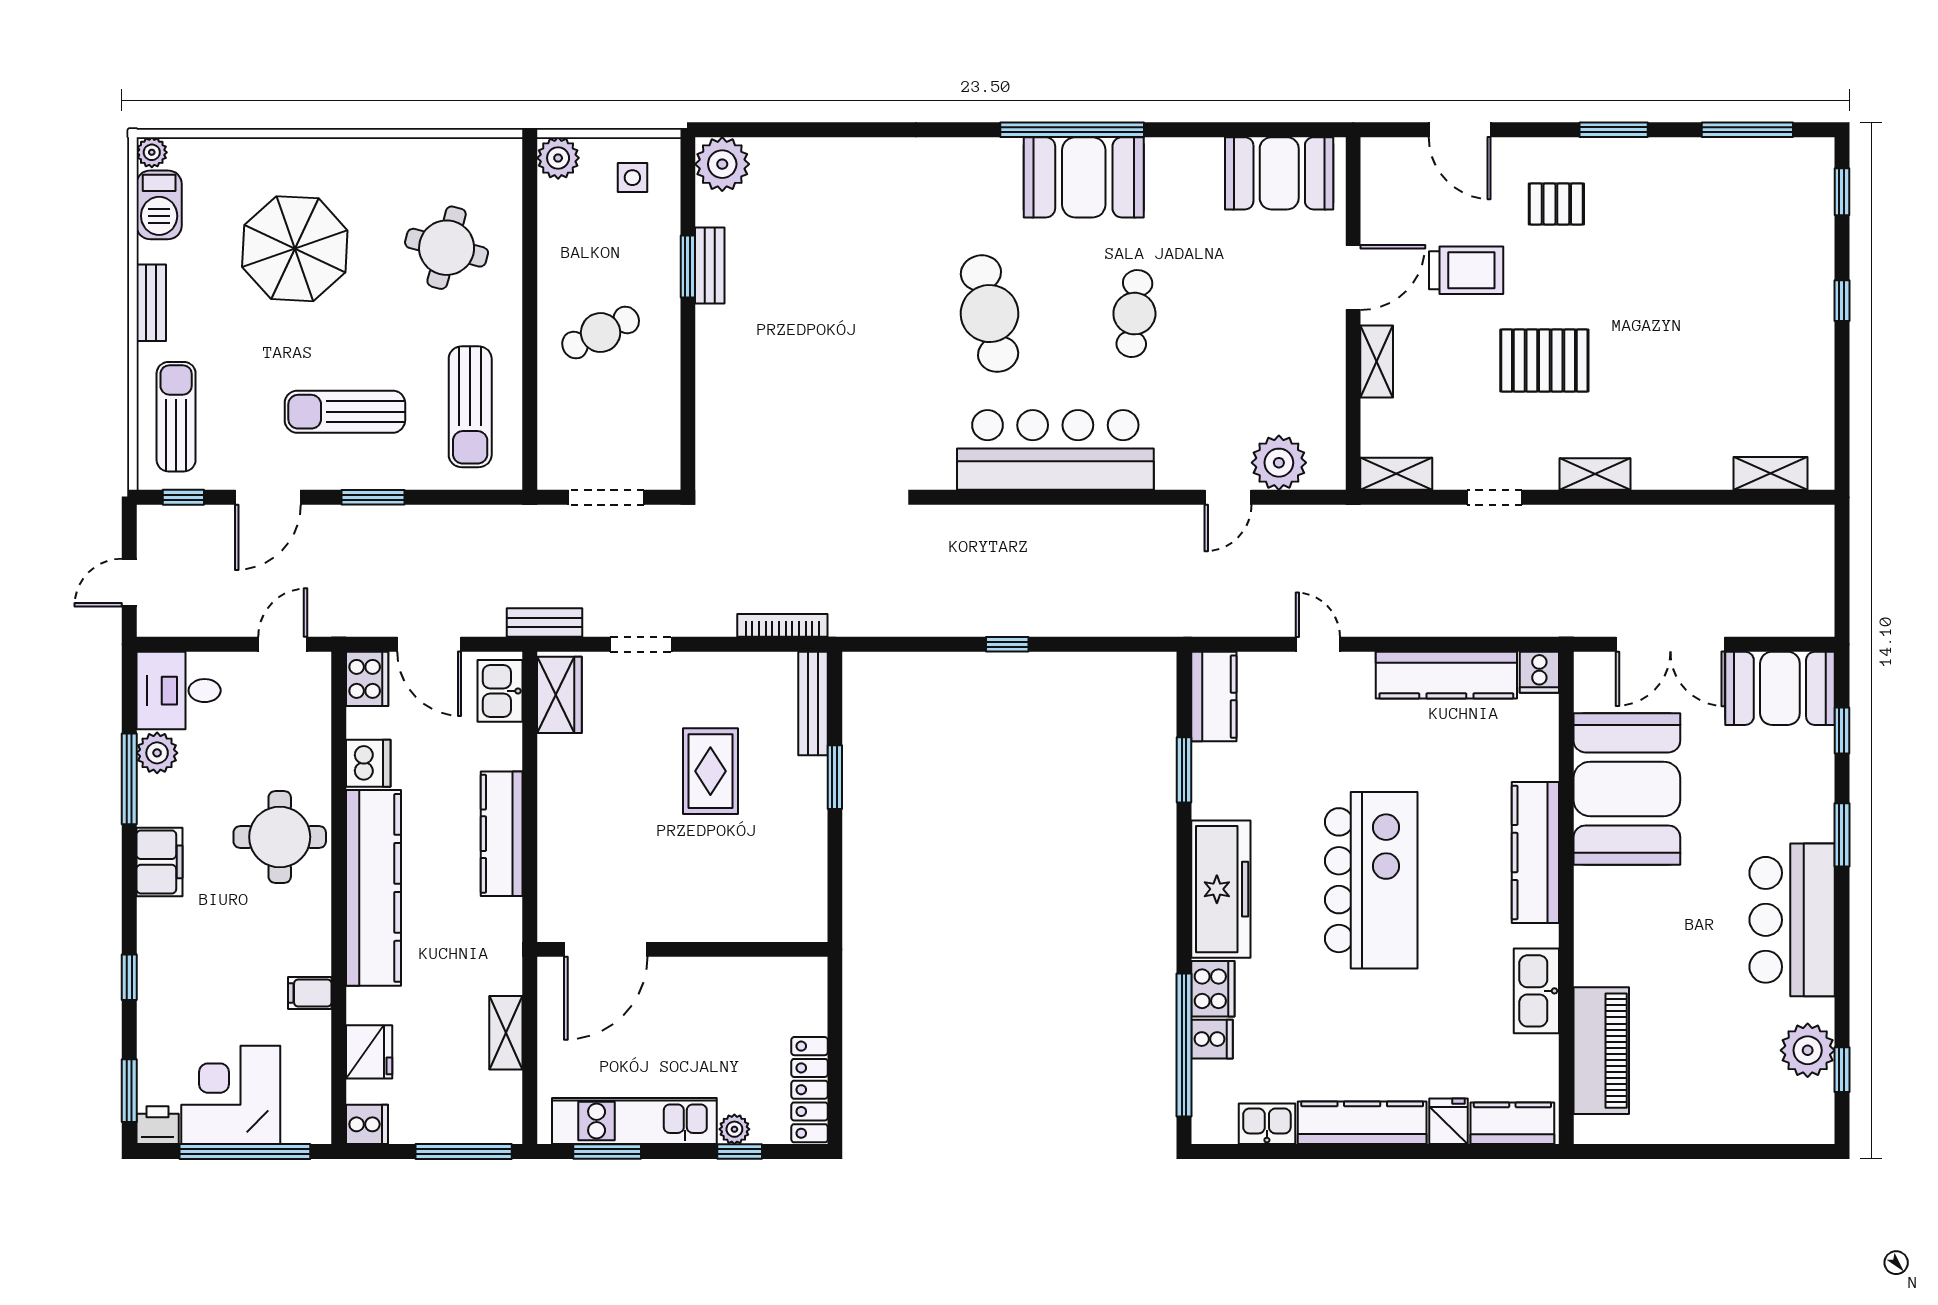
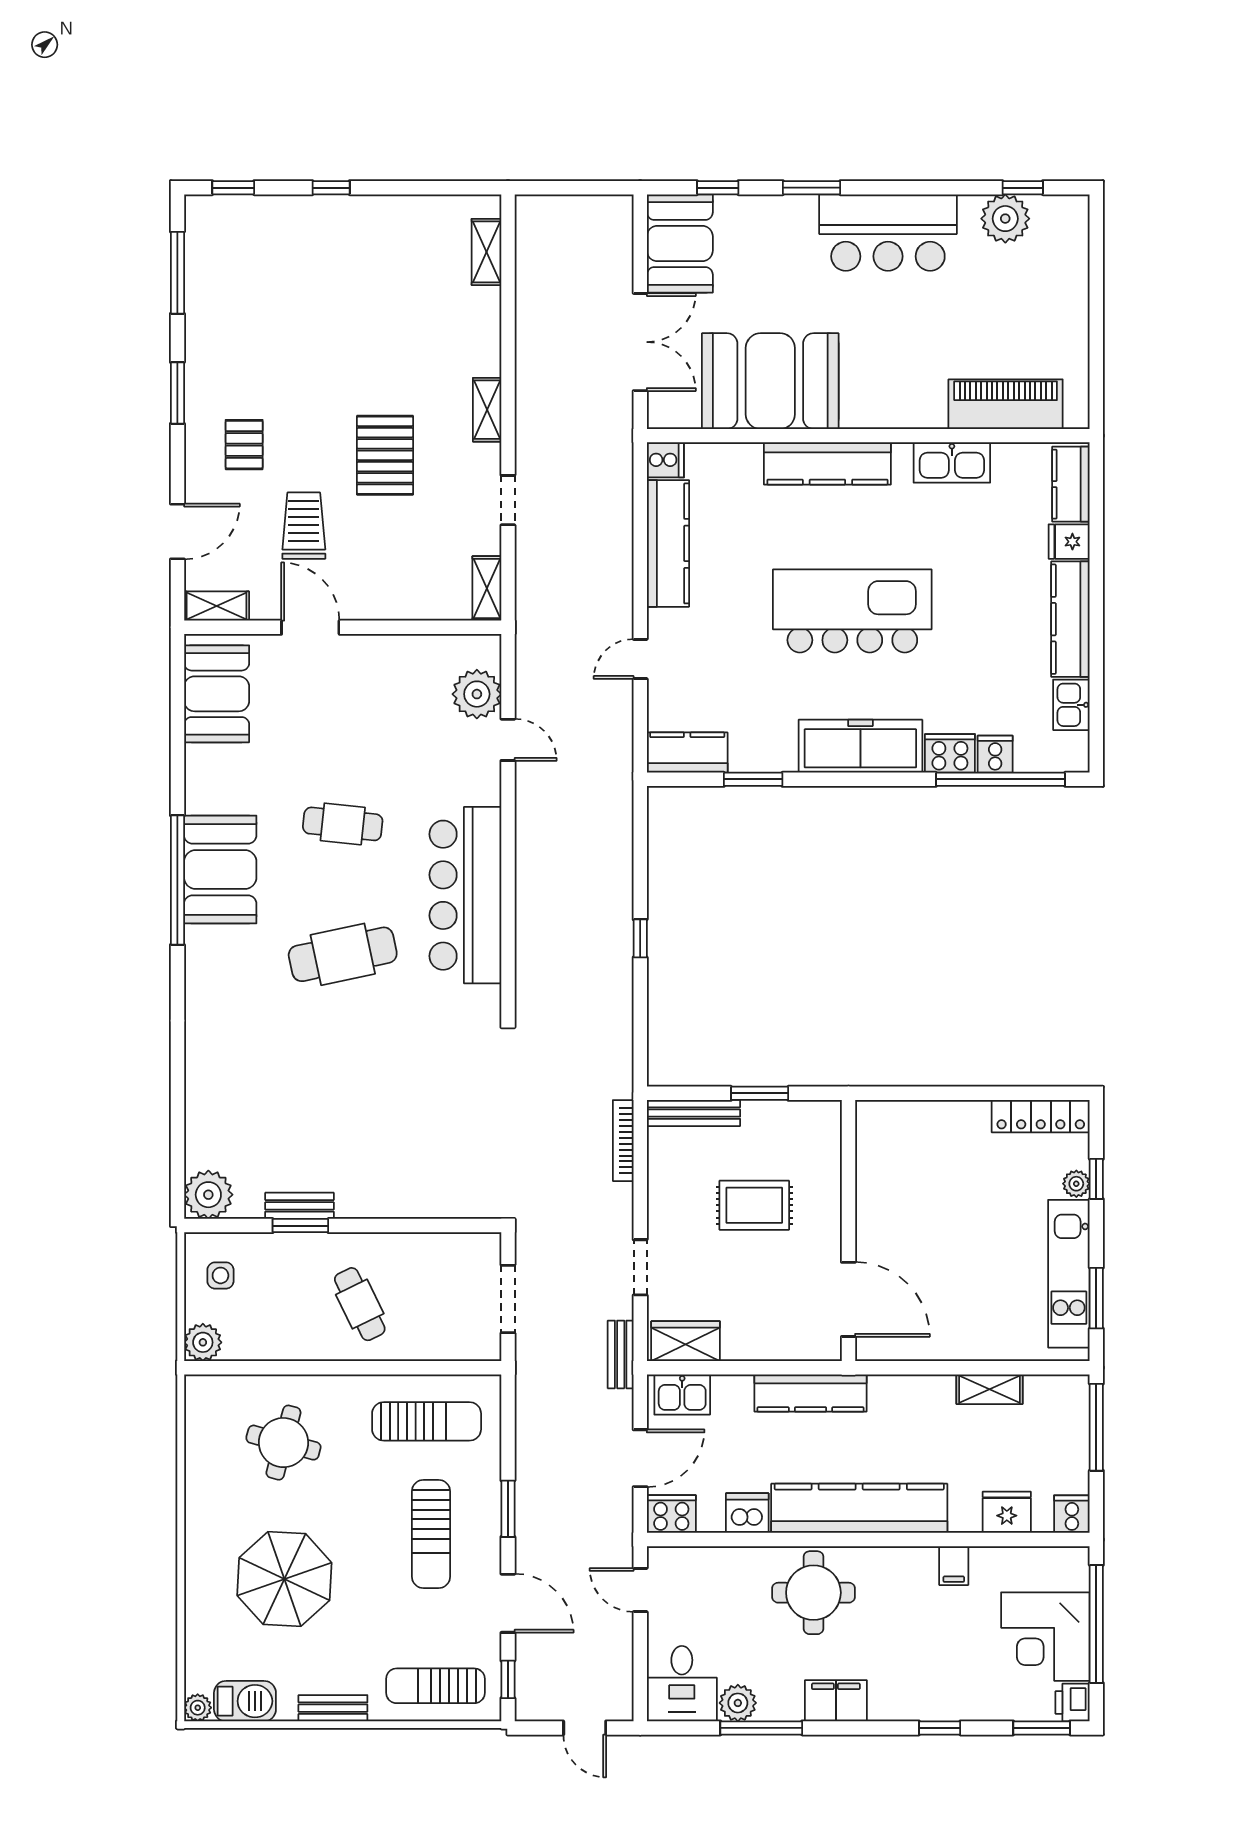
shelving: (1377, 362) -> (217, 606), moved
door: (606, 949) -> (848, 1299), moved
wall: (682, 949) -> (848, 1231), moved

